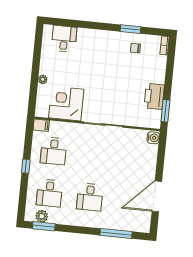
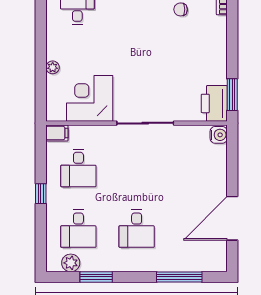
printer: (154, 96) -> (214, 103), moved
window: (44, 226) -> (96, 277), moved

